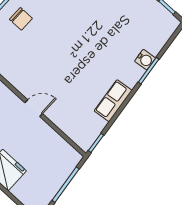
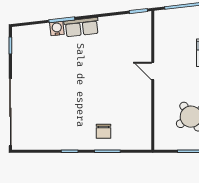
chair: (21, 19) -> (103, 131), turned 180
row of seats: (113, 101) -> (82, 27), moved

